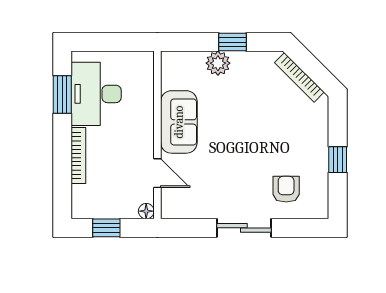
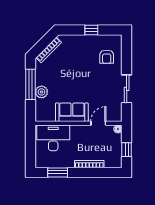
window: (233, 42) -> (31, 84), width x2.17
desk: (96, 94) -> (53, 138), moved, turned 180
armchair: (286, 189) -> (107, 57), turned -90
sliding door: (244, 228) -> (127, 89), moved

